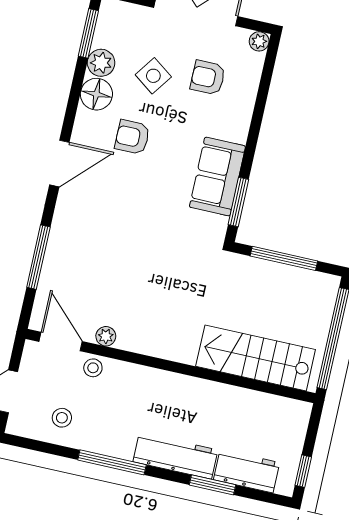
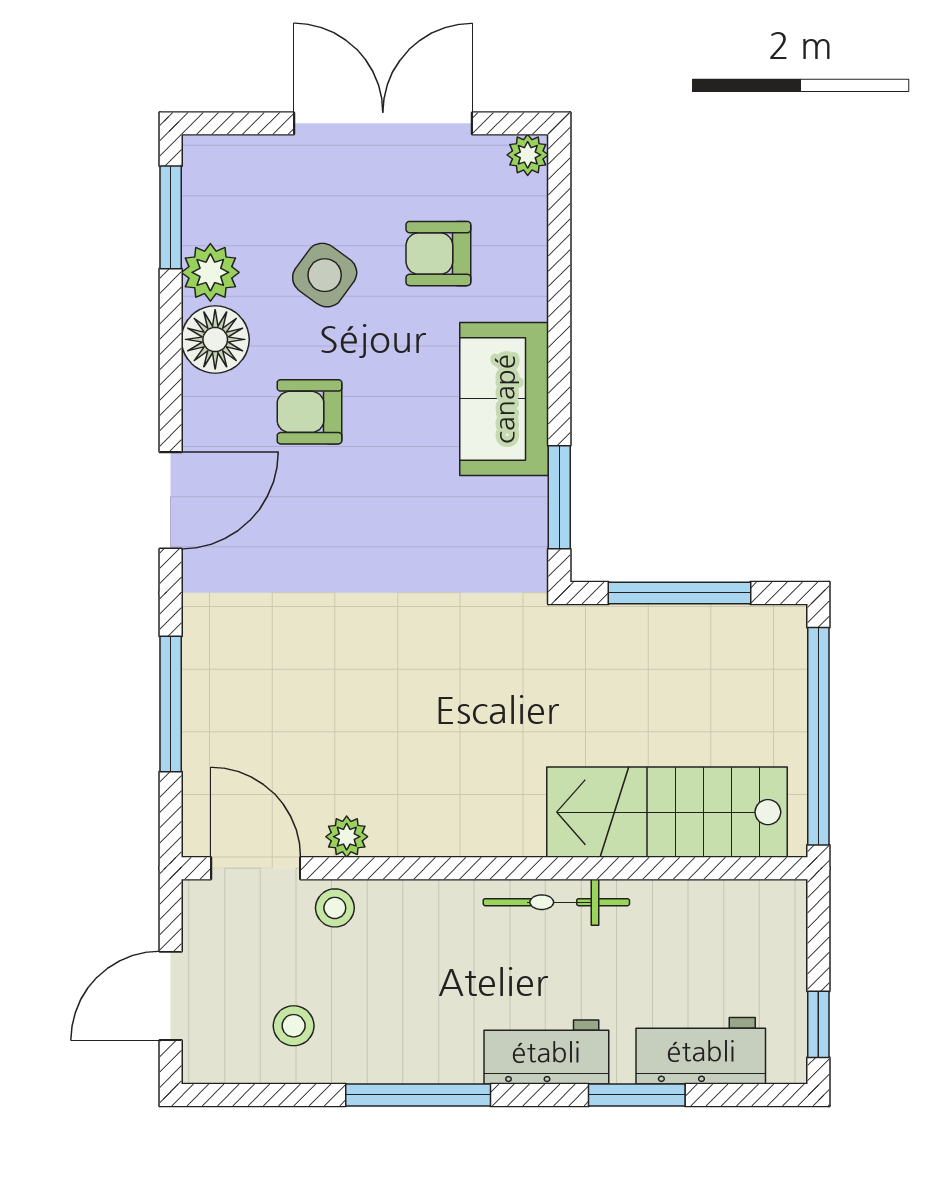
sofa: (217, 177) -> (504, 399), moved
bicycle: (195, 388) -> (556, 902), added
workbench: (175, 456) -> (546, 1052), width x0.73

